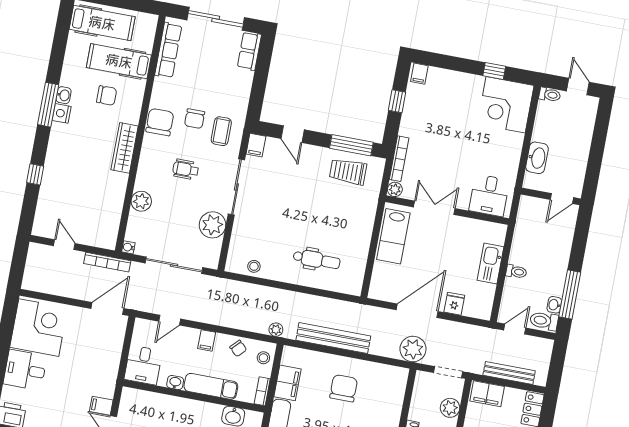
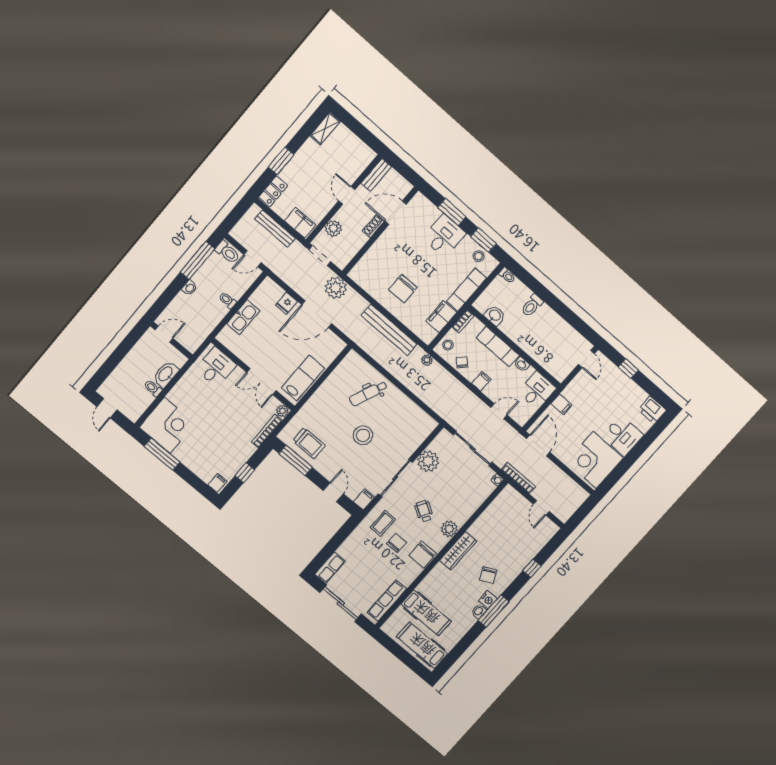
window: (494, 71) -> (162, 454), width x2.17
toilet: (550, 95) -> (153, 388), moved
chair: (107, 96) -> (488, 575), moved, turned -116
wheelchair: (186, 169) -> (424, 511), turned -149
plant: (141, 201) -> (449, 529), moved
dental chair: (317, 260) -> (368, 393), turned -68
stool: (254, 266) -> (363, 435), moved, width x1.89, depth x1.89
washbasin: (554, 305) -> (189, 288), moved
door: (107, 308) -> (538, 445), swing flipped
filing cabinet: (101, 406) -> (561, 404), moved

